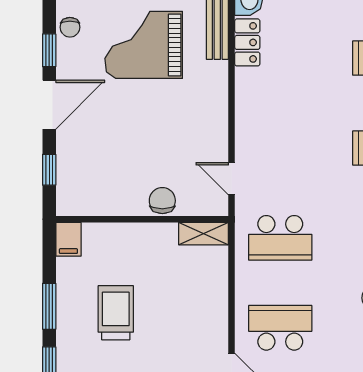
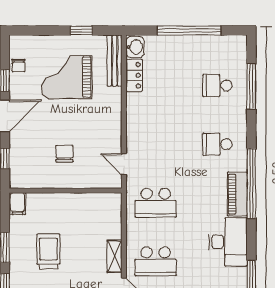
chair: (162, 201) -> (64, 154), moved
shelving: (204, 234) -> (115, 256), moved, turned 90
school desk: (280, 328) -> (156, 261), turned 180

